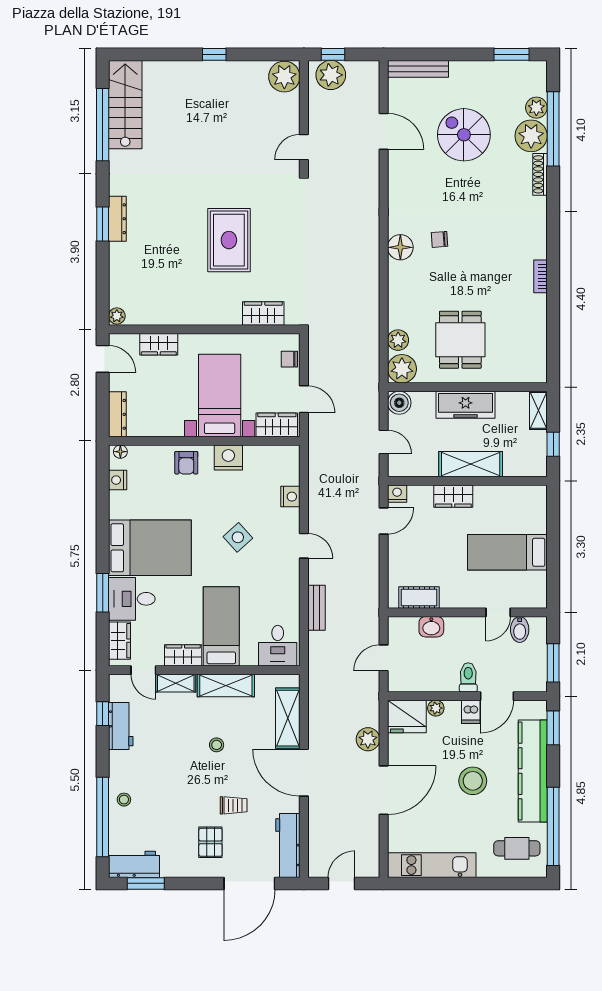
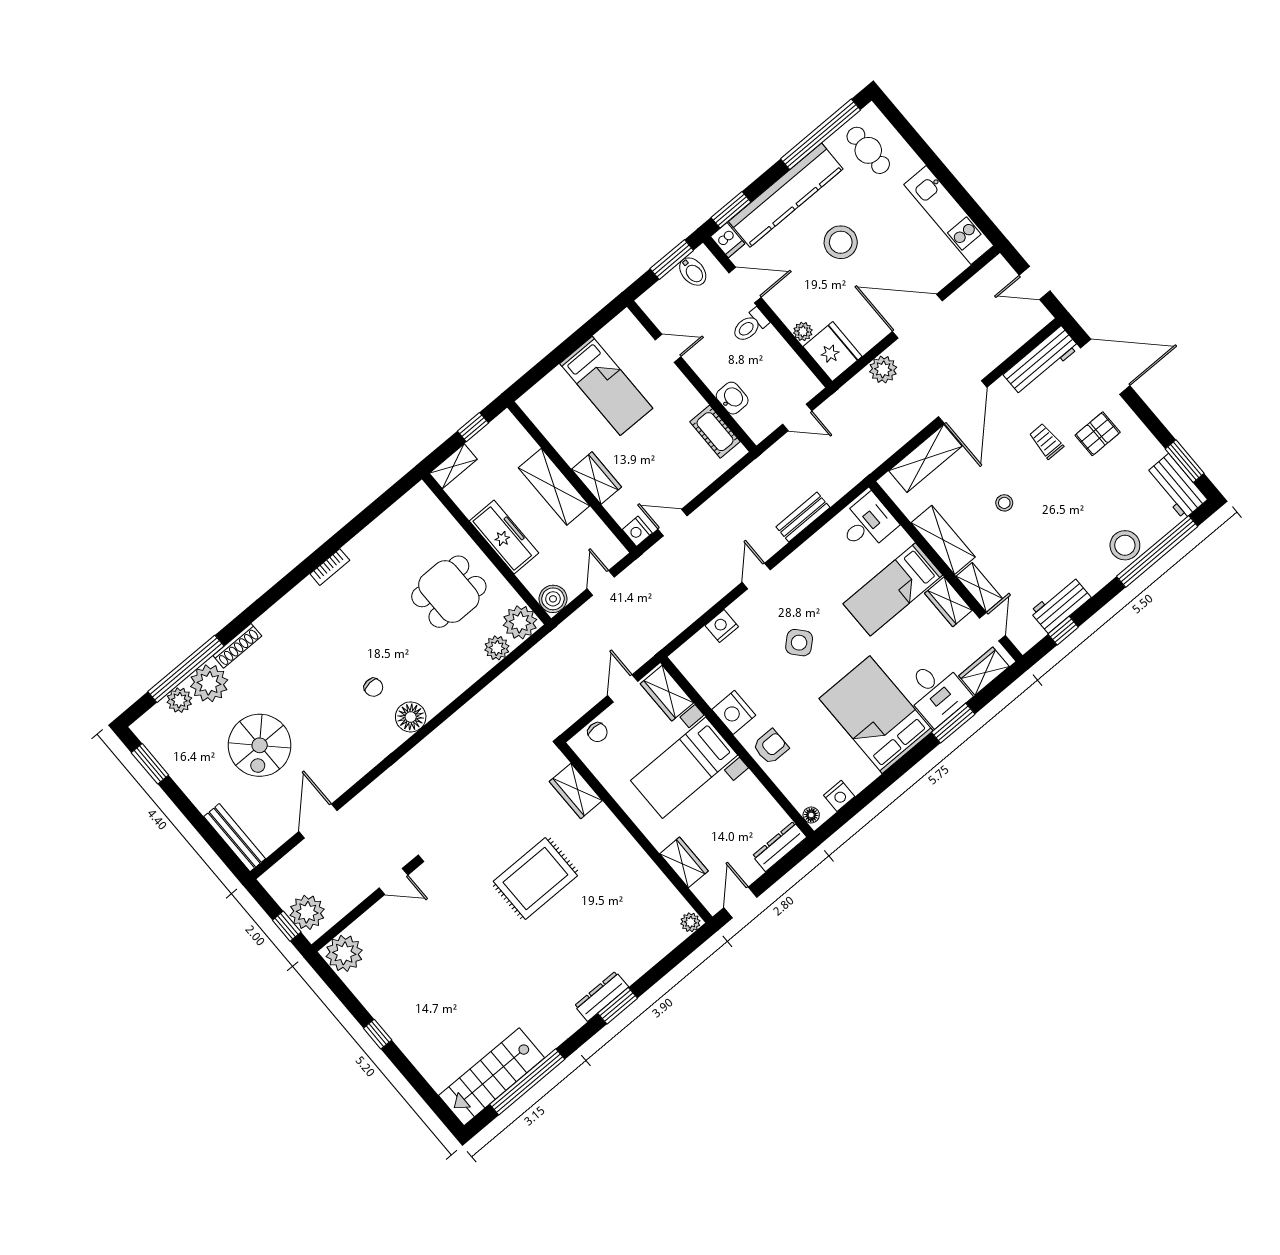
bidet: (520, 629) -> (693, 272), moved, turned 90
dishwasher: (471, 712) -> (728, 240), moved, turned 90
stool: (124, 800) -> (1125, 545), width x1.89, depth x1.89

